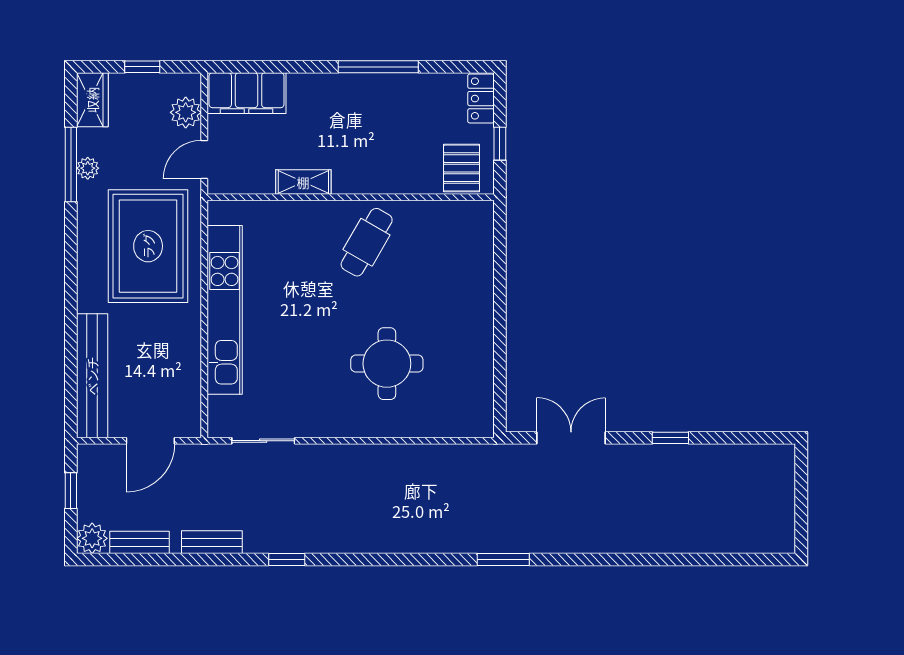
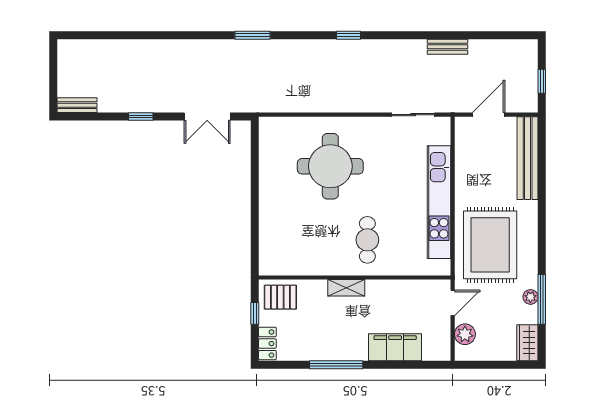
window: (142, 67) -> (494, 365), removed
filing cabinet: (247, 93) -> (395, 347), moved
pallet: (462, 168) -> (280, 297), turned 90
shelving: (303, 182) -> (346, 288), moved
cafe table: (367, 242) -> (367, 240), moved, turned -30
round table: (387, 364) -> (330, 166), width x1.36, depth x1.36
plant: (92, 538) -> (528, 49), removed
bench: (140, 542) -> (77, 105), moved
window: (287, 560) -> (349, 35), moved

